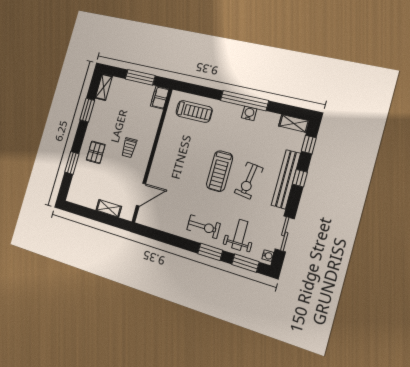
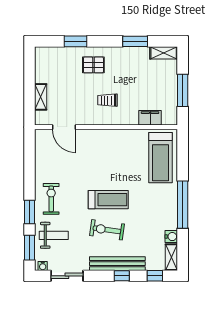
filing cabinet: (160, 98) -> (150, 118), moved
treadmill: (194, 111) -> (161, 158), width x1.37, depth x1.38
water cooler: (249, 113) -> (171, 237), moved
treadmill: (220, 171) -> (108, 200), turned 180
exercise bike: (204, 227) -> (51, 199), turned 180

